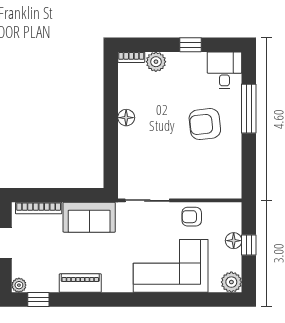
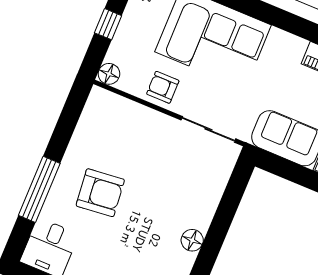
armchair: (192, 217) -> (163, 87), turned 180
floor lamp: (234, 241) -> (109, 74), moved

